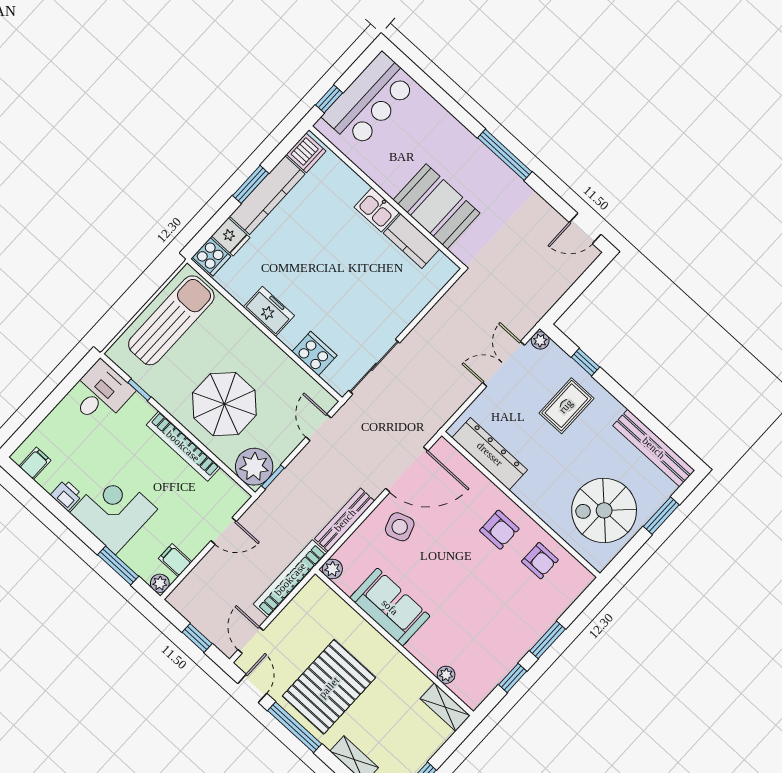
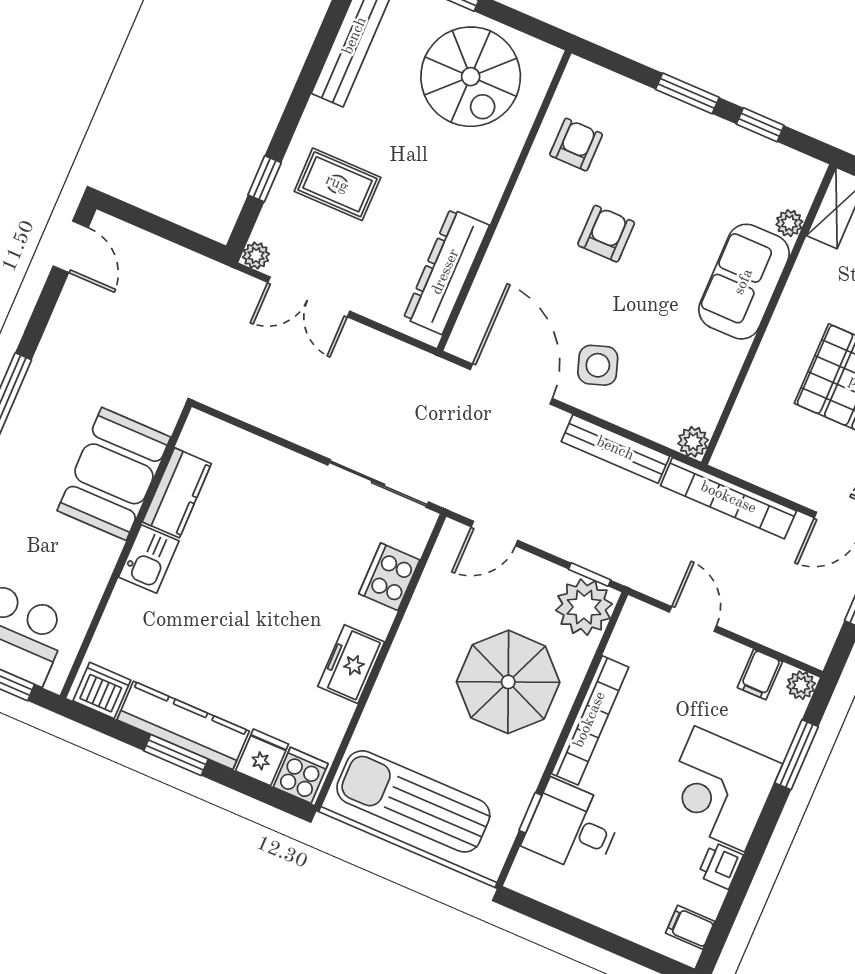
desk: (100, 393) -> (573, 827), moved
armchair: (499, 530) -> (606, 234), moved
sofa: (390, 607) -> (744, 282), moved

